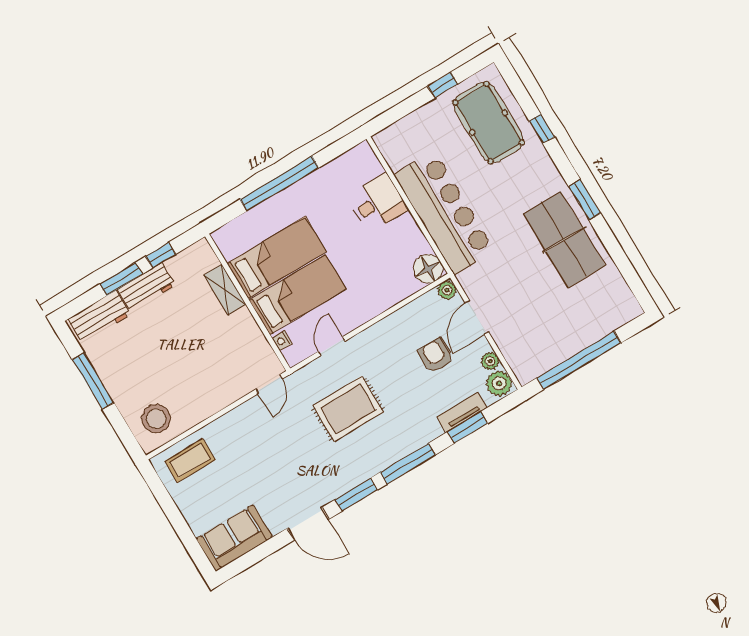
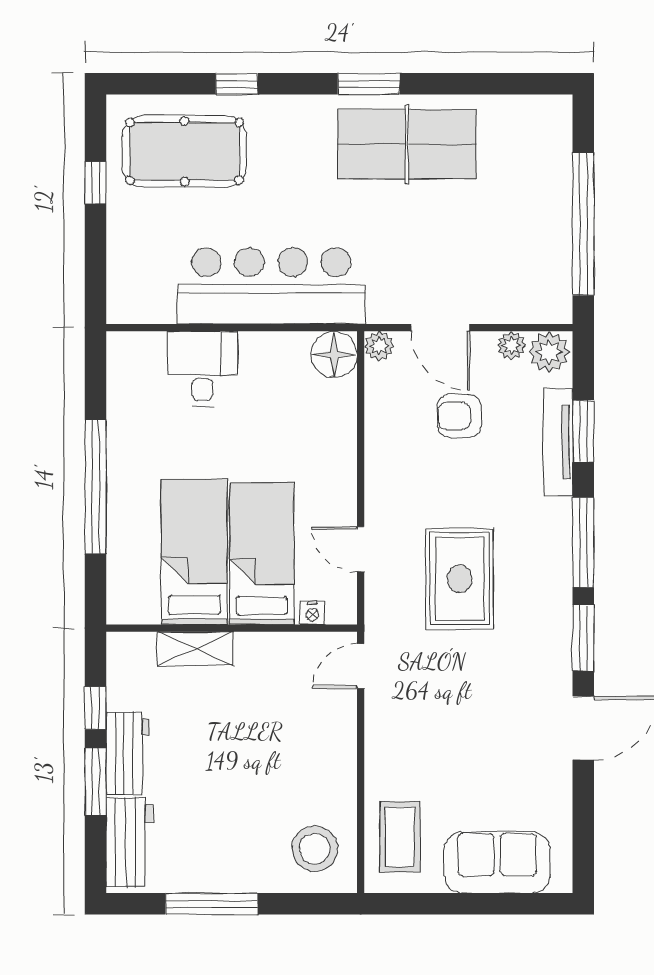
door: (269, 384) -> (361, 666), swing flipped
tv unit: (462, 412) -> (558, 442), width x1.41
sofa: (234, 538) -> (497, 863), moved, turned 90

